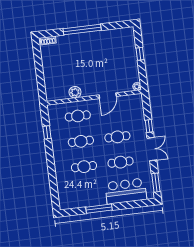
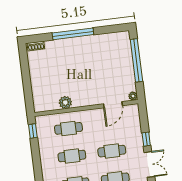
window: (140, 54) -> (136, 60), width x3.17
door: (108, 96) -> (113, 105), moved
window: (47, 132) -> (33, 131), moved

